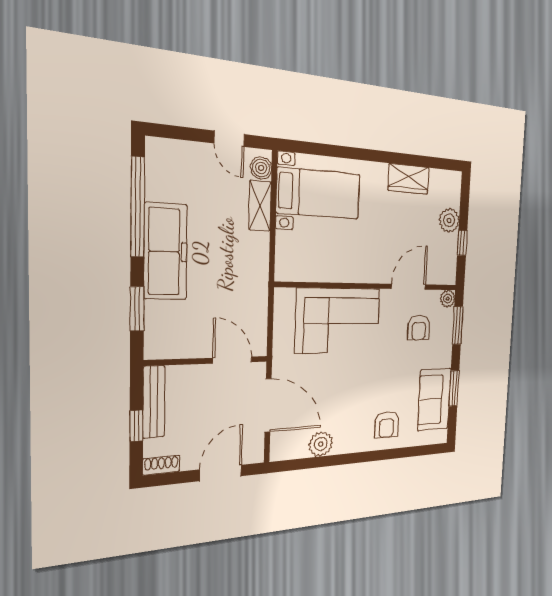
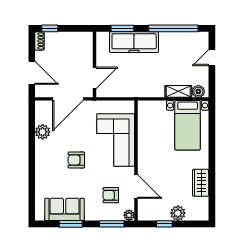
door: (229, 139) -> (212, 58), moved
freezer: (166, 252) -> (134, 42), moved
bench: (154, 402) -> (74, 37), removed
armchair: (387, 424) -> (76, 160), moved
window: (136, 426) -> (50, 28), moved

